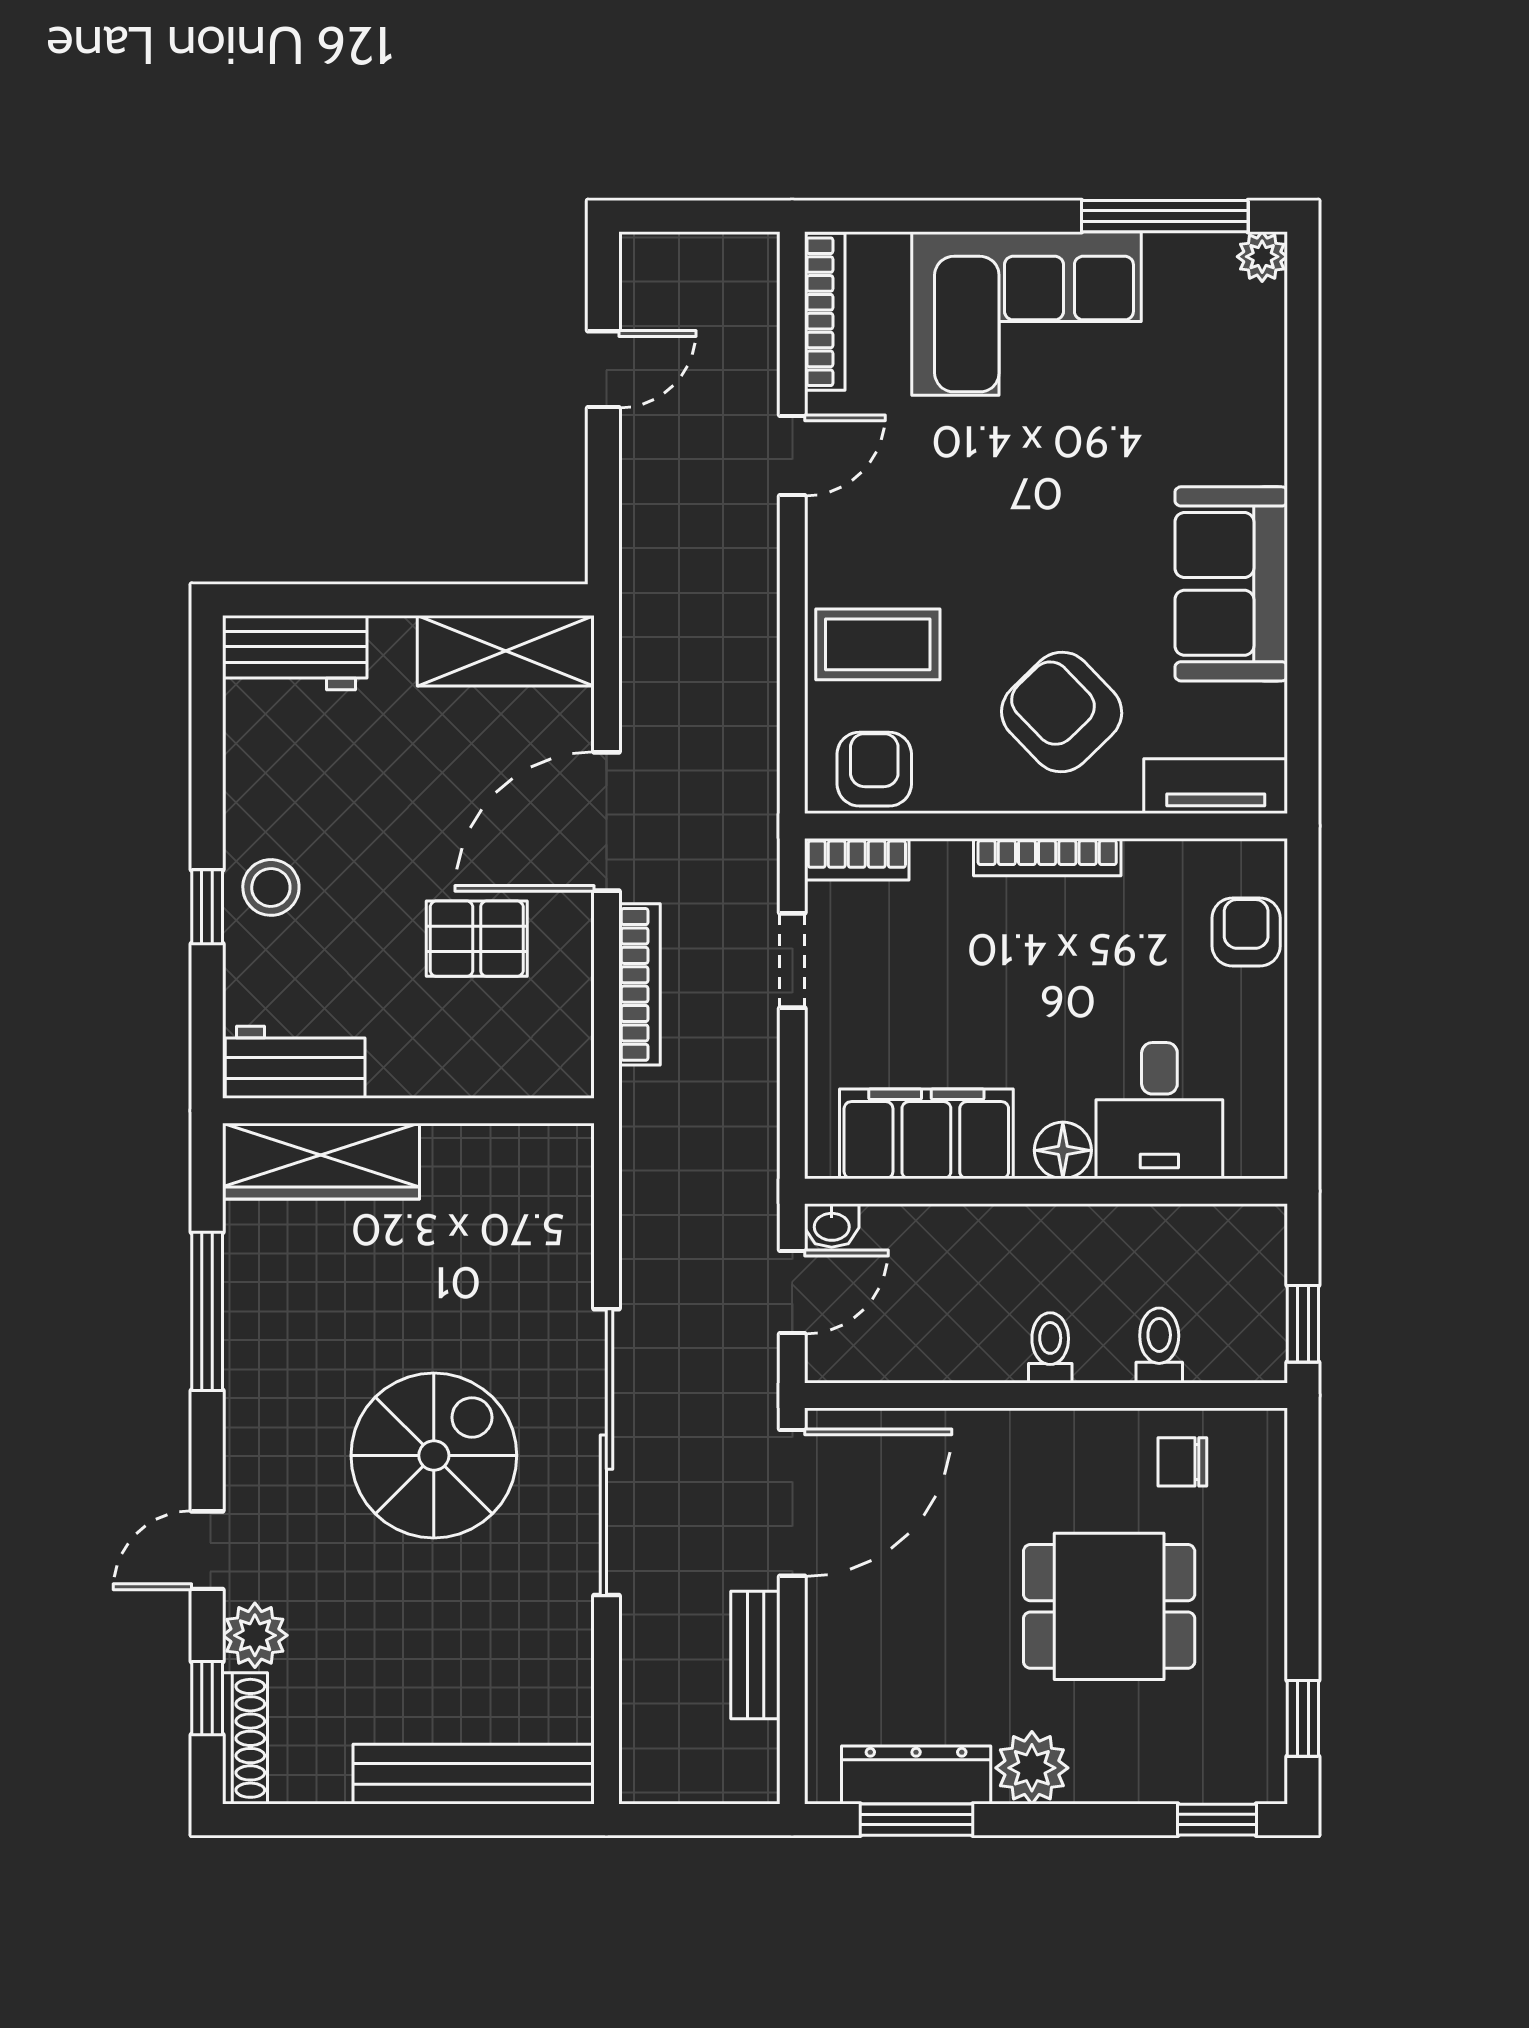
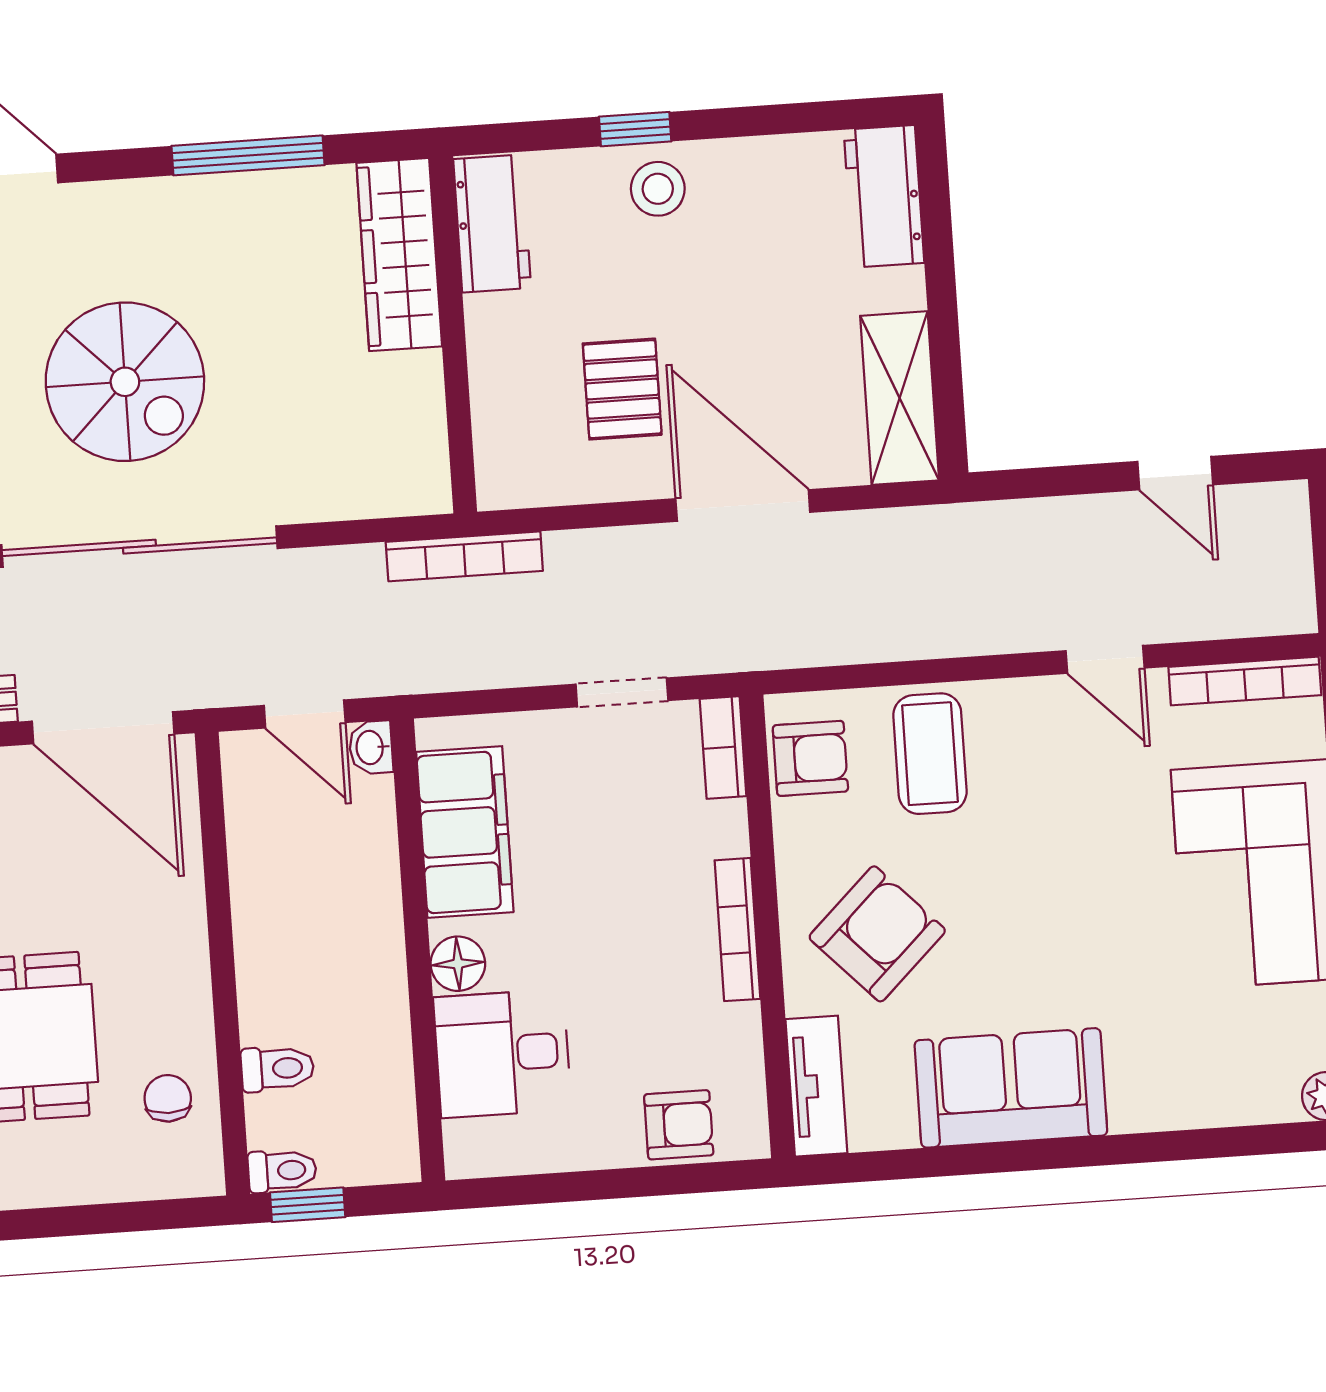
bookcase: (640, 984) -> (464, 556), moved
toilet: (1050, 1348) -> (282, 1171), moved

